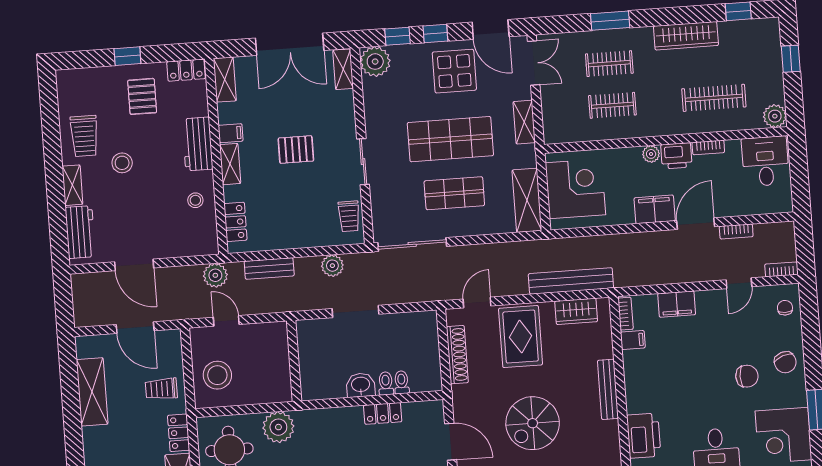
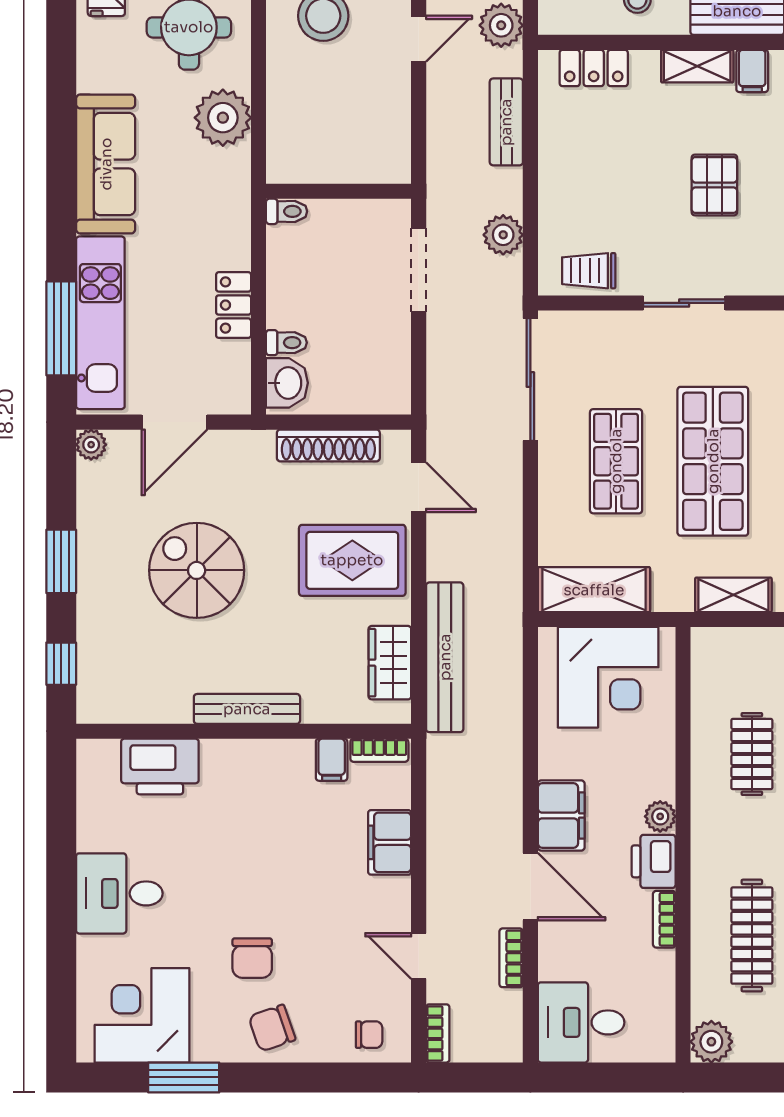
desk: (765, 161) -> (581, 1022), moved, turned 180
wall: (294, 361) -> (339, 191), moved
toilet: (386, 383) -> (287, 211), moved
washbasin: (361, 385) -> (287, 383), moved

